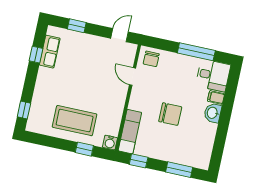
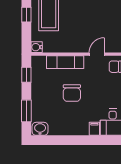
washbasin: (213, 113) -> (40, 129), moved
exam couch: (130, 132) -> (65, 62), moved
window: (84, 149) -> (26, 15), moved

